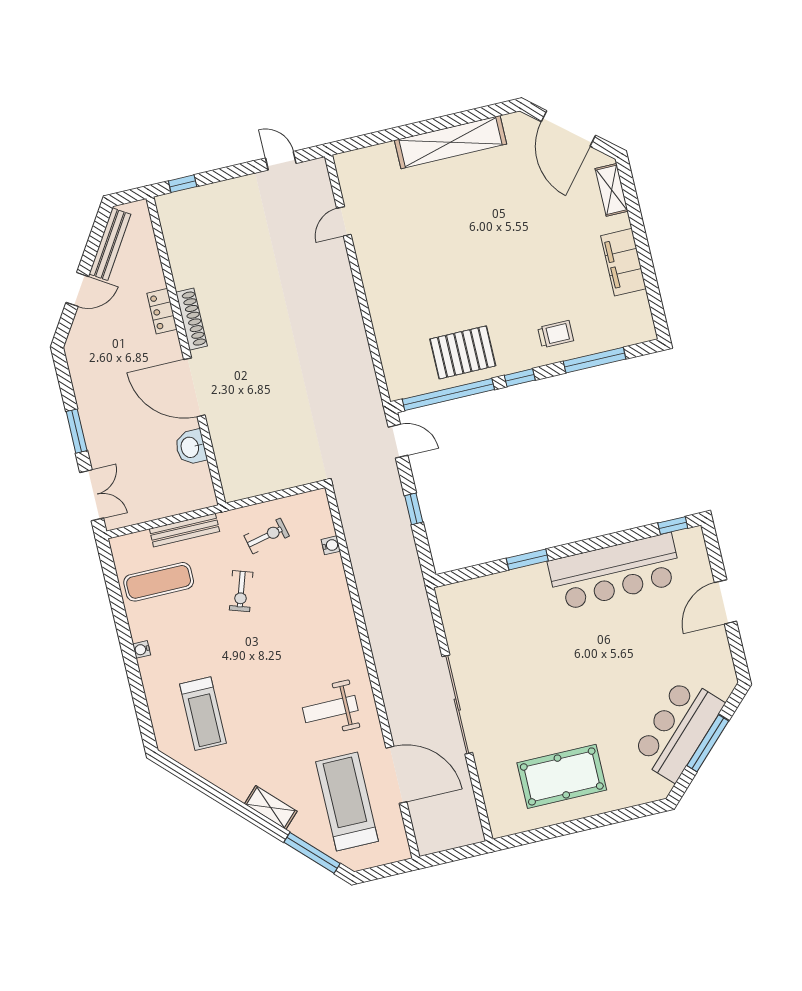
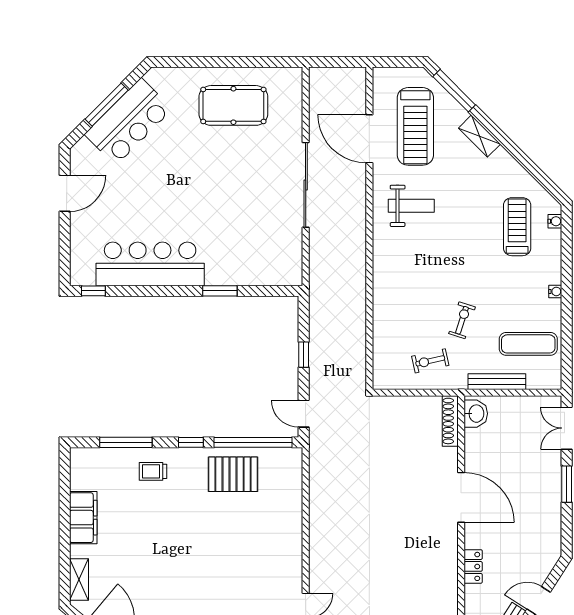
shoe rack: (192, 319) -> (450, 421), moved
washbasin: (191, 447) -> (476, 414), moved
water cooler: (331, 545) -> (555, 221), moved, turned 180
door: (726, 602) -> (65, 193), moved

